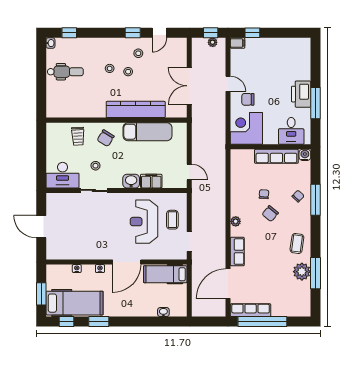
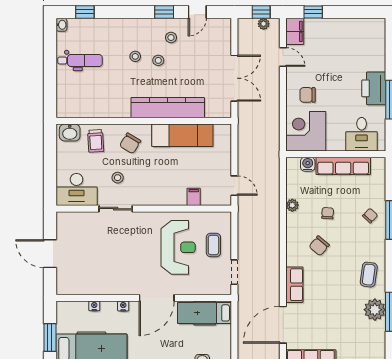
filing cabinet: (238, 43) -> (295, 31), width x2.00
door: (228, 84) -> (283, 57), moved
double door: (189, 86) -> (234, 78), swing flipped
water cooler: (305, 155) -> (308, 164), moved
washbasin: (131, 181) -> (70, 133), moved, turned 180
filing cabinet: (151, 181) -> (194, 197), width x0.50
chair: (270, 214) -> (319, 246), moved
plant: (236, 221) -> (292, 205), moved
reception desk: (144, 222) -> (178, 247), turned 180

